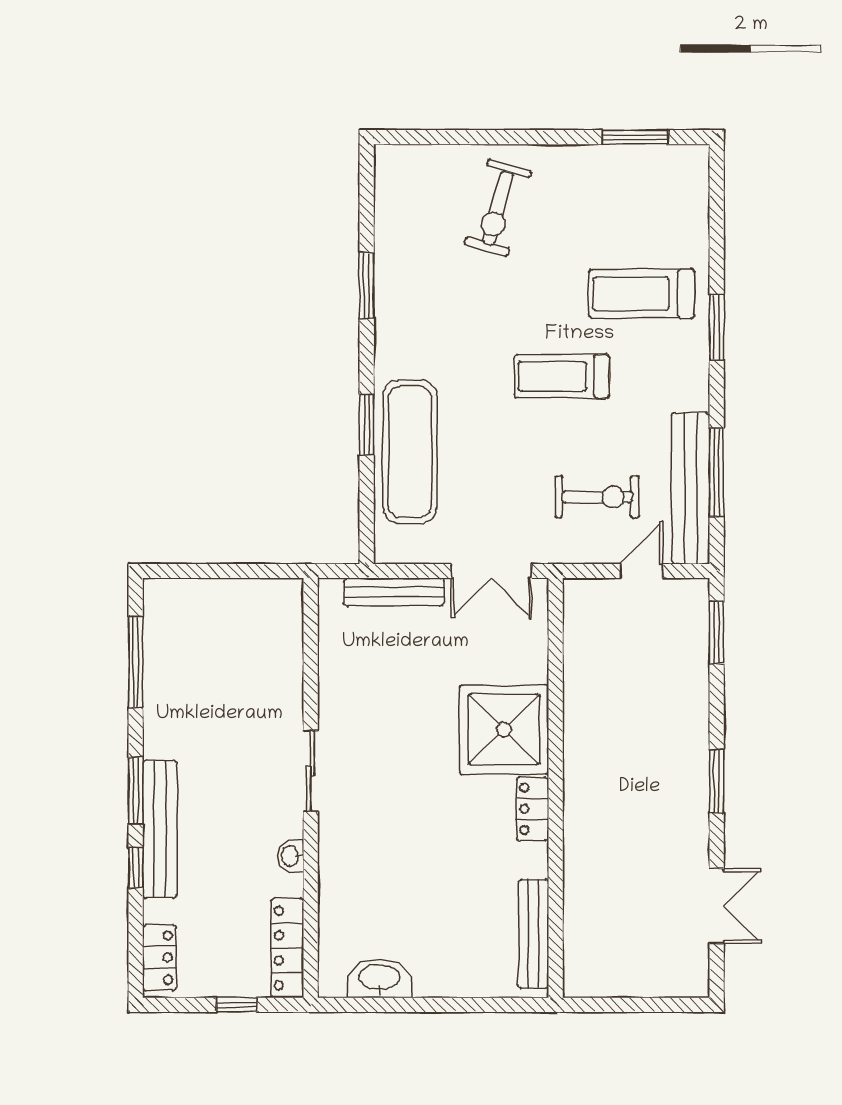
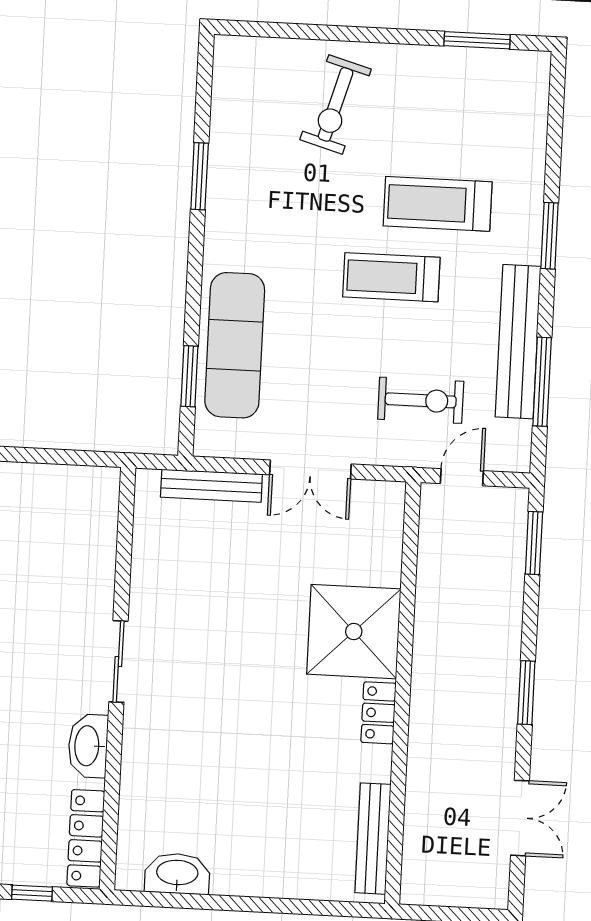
treadmill: (642, 294) -> (438, 204), moved
window: (367, 425) -> (189, 376), moved
bench: (691, 488) -> (518, 342), moved
shower: (504, 729) -> (354, 632), moved
wall: (556, 788) -> (403, 693), moved
locker: (532, 809) -> (378, 713), moved
washbasin: (290, 856) -> (88, 746), width x1.91, depth x1.45
bench: (533, 934) -> (373, 839), moved

